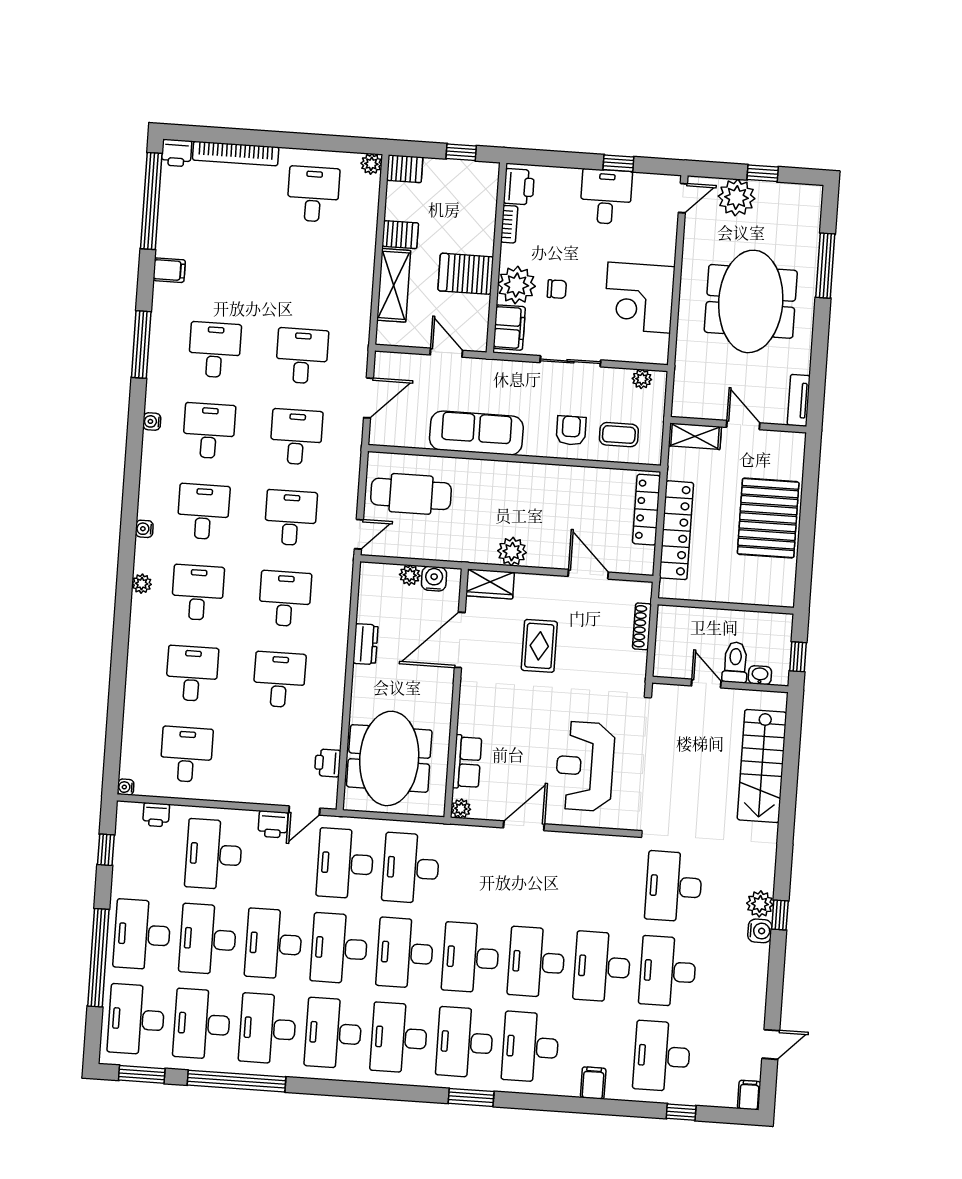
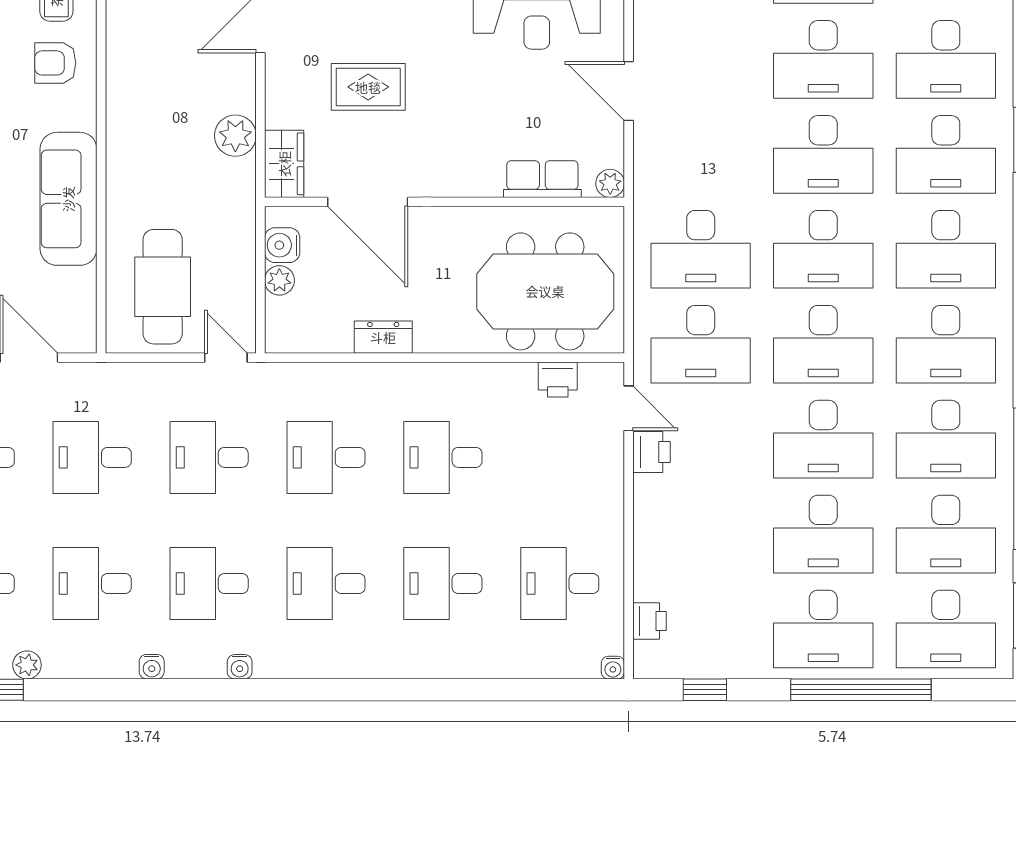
water cooler: (152, 422) -> (152, 667), moved
plant: (142, 584) -> (27, 665), moved
desk: (214, 854) -> (701, 534), removed

